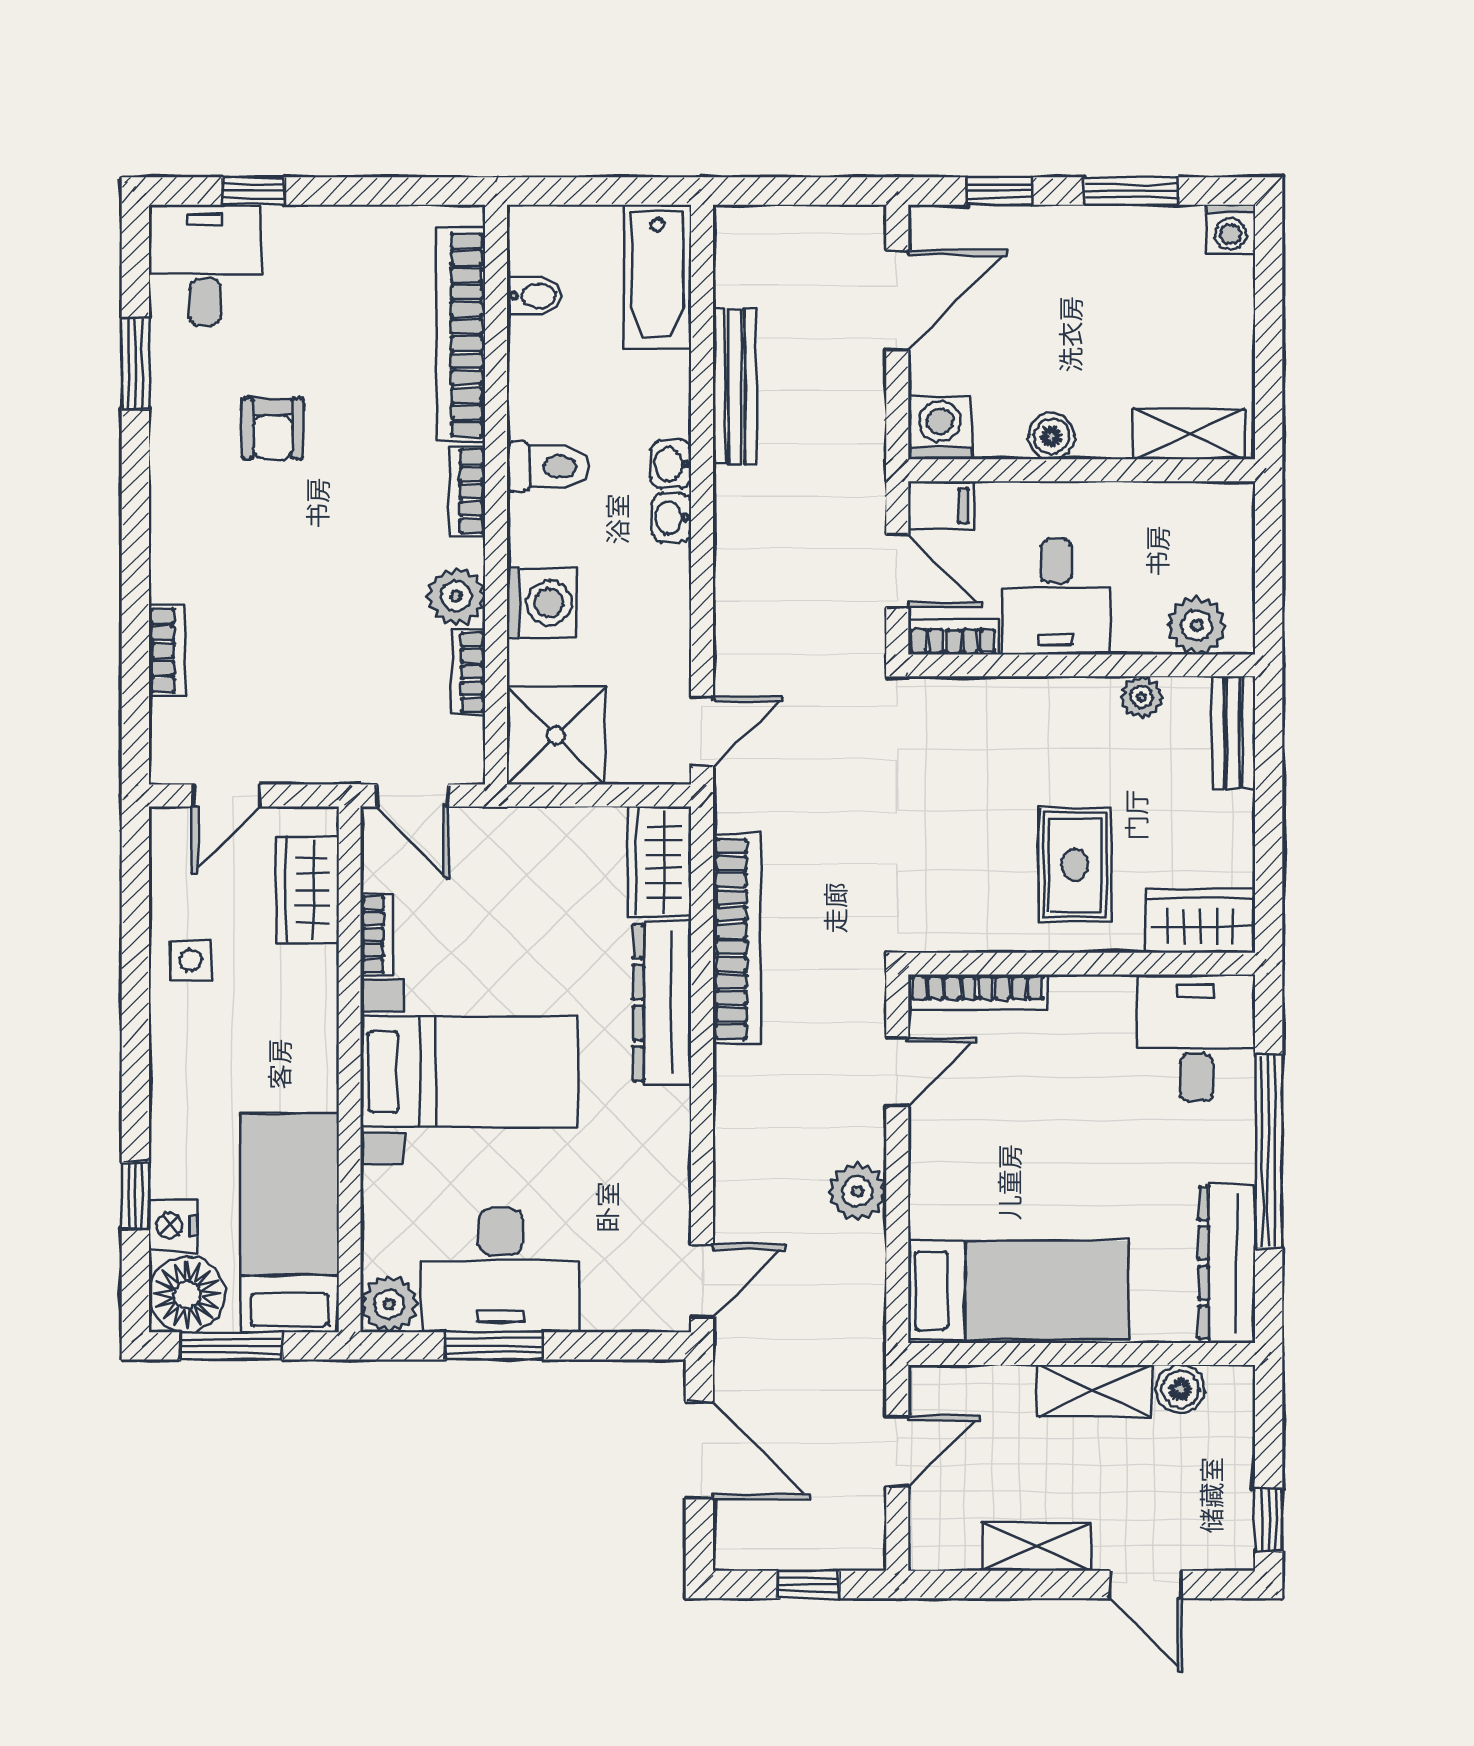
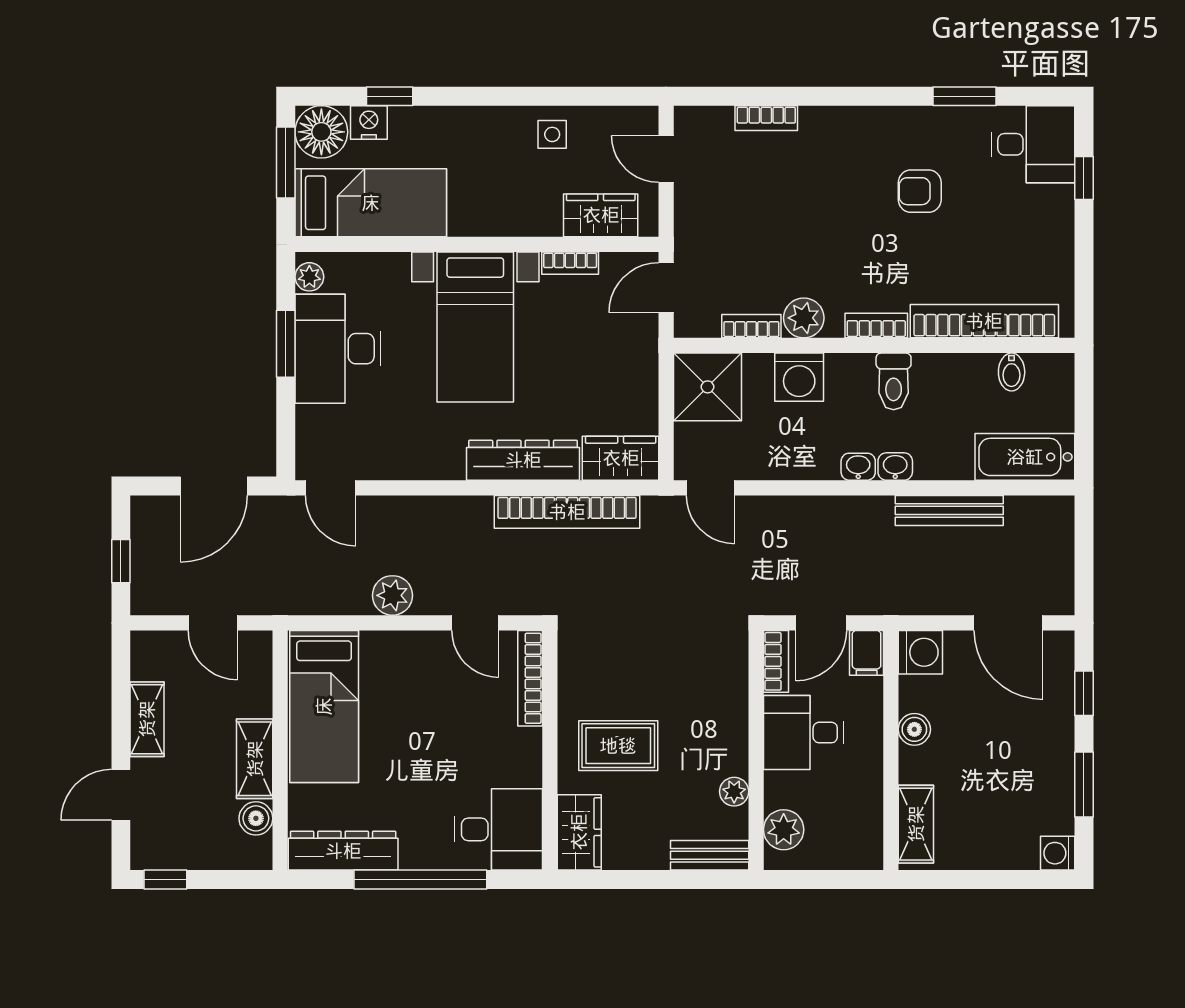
plant: (389, 1304) -> (309, 277), width x0.73, depth x0.73

